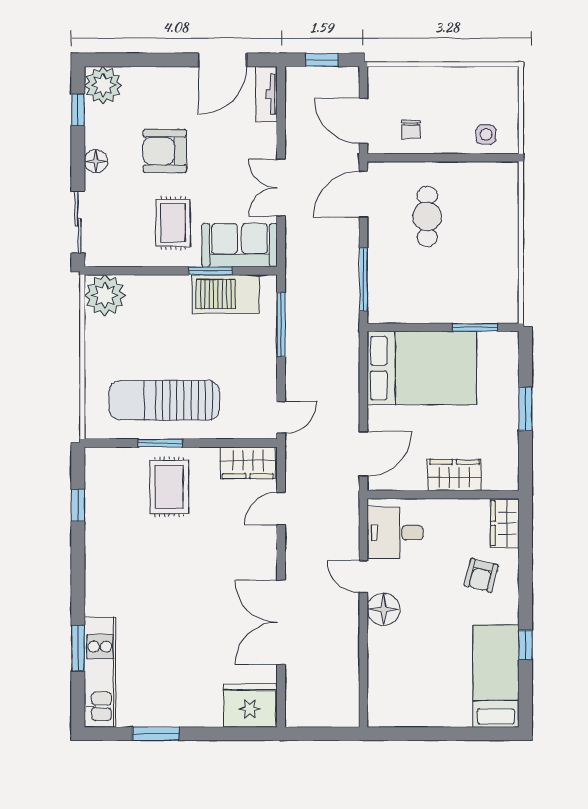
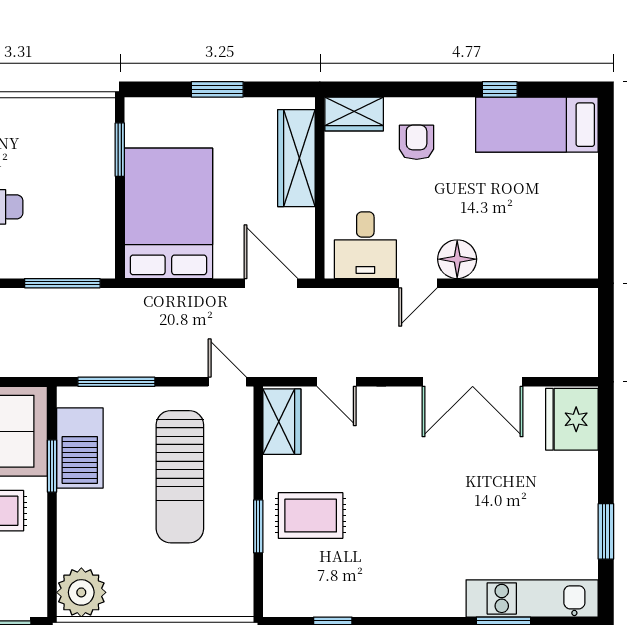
sun lounger: (164, 400) -> (180, 477), moved
wardrobe: (454, 475) -> (296, 158), width x1.50
armchair: (481, 575) -> (417, 142), turned -104

